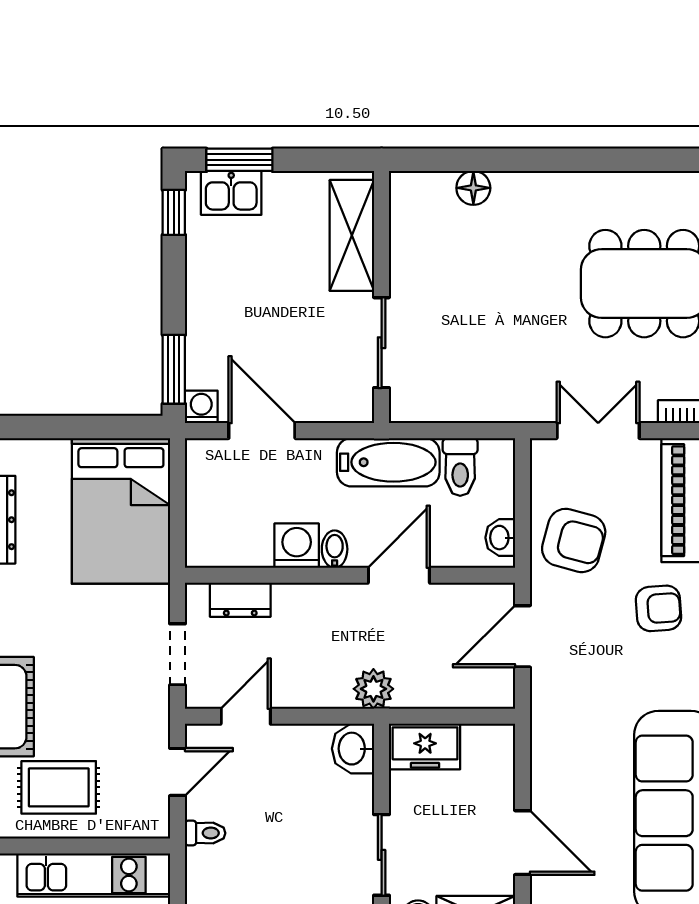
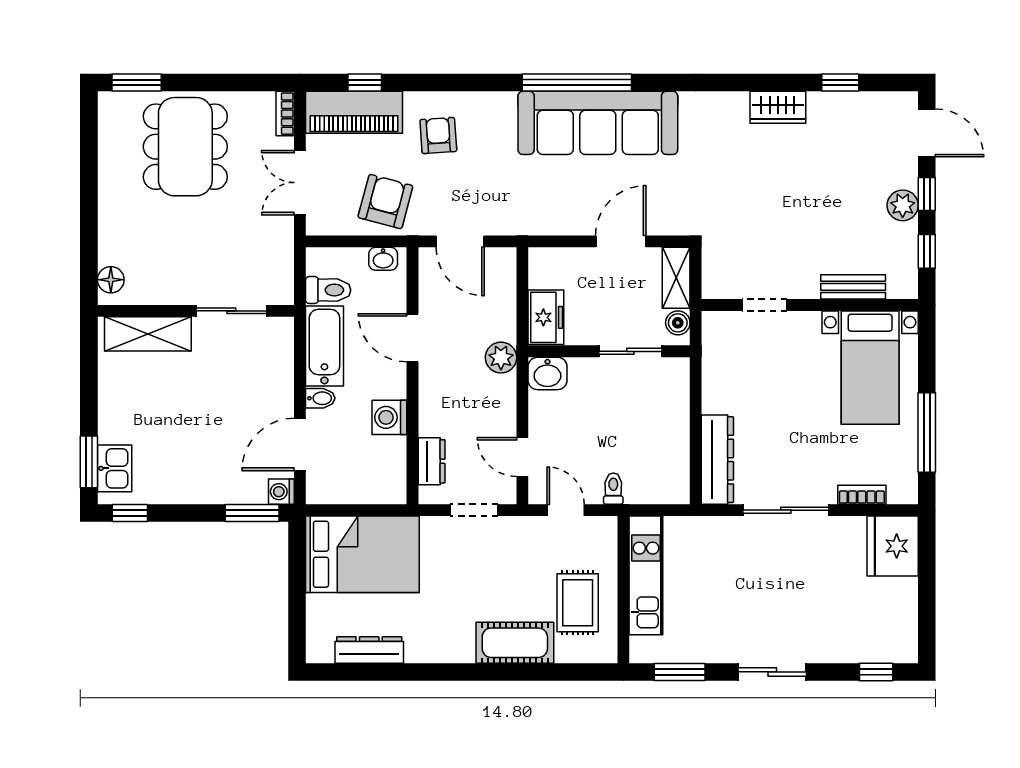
shelving: (352, 235) -> (148, 334), moved
wall: (382, 297) -> (196, 311), moved
sliding door: (382, 343) -> (231, 311), moved
bidet: (335, 549) -> (320, 398), moved, turned 180

